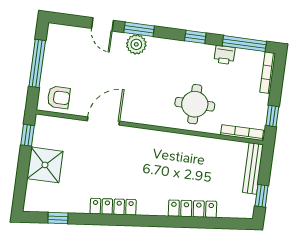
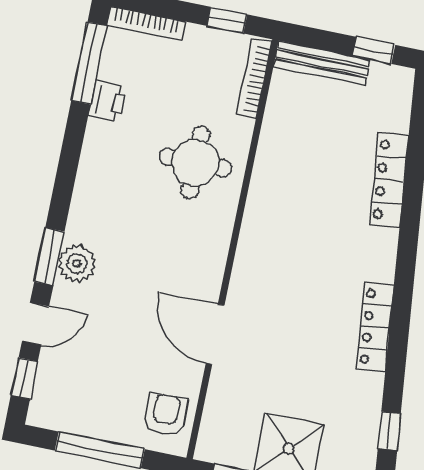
window: (195, 37) -> (24, 378), moved

